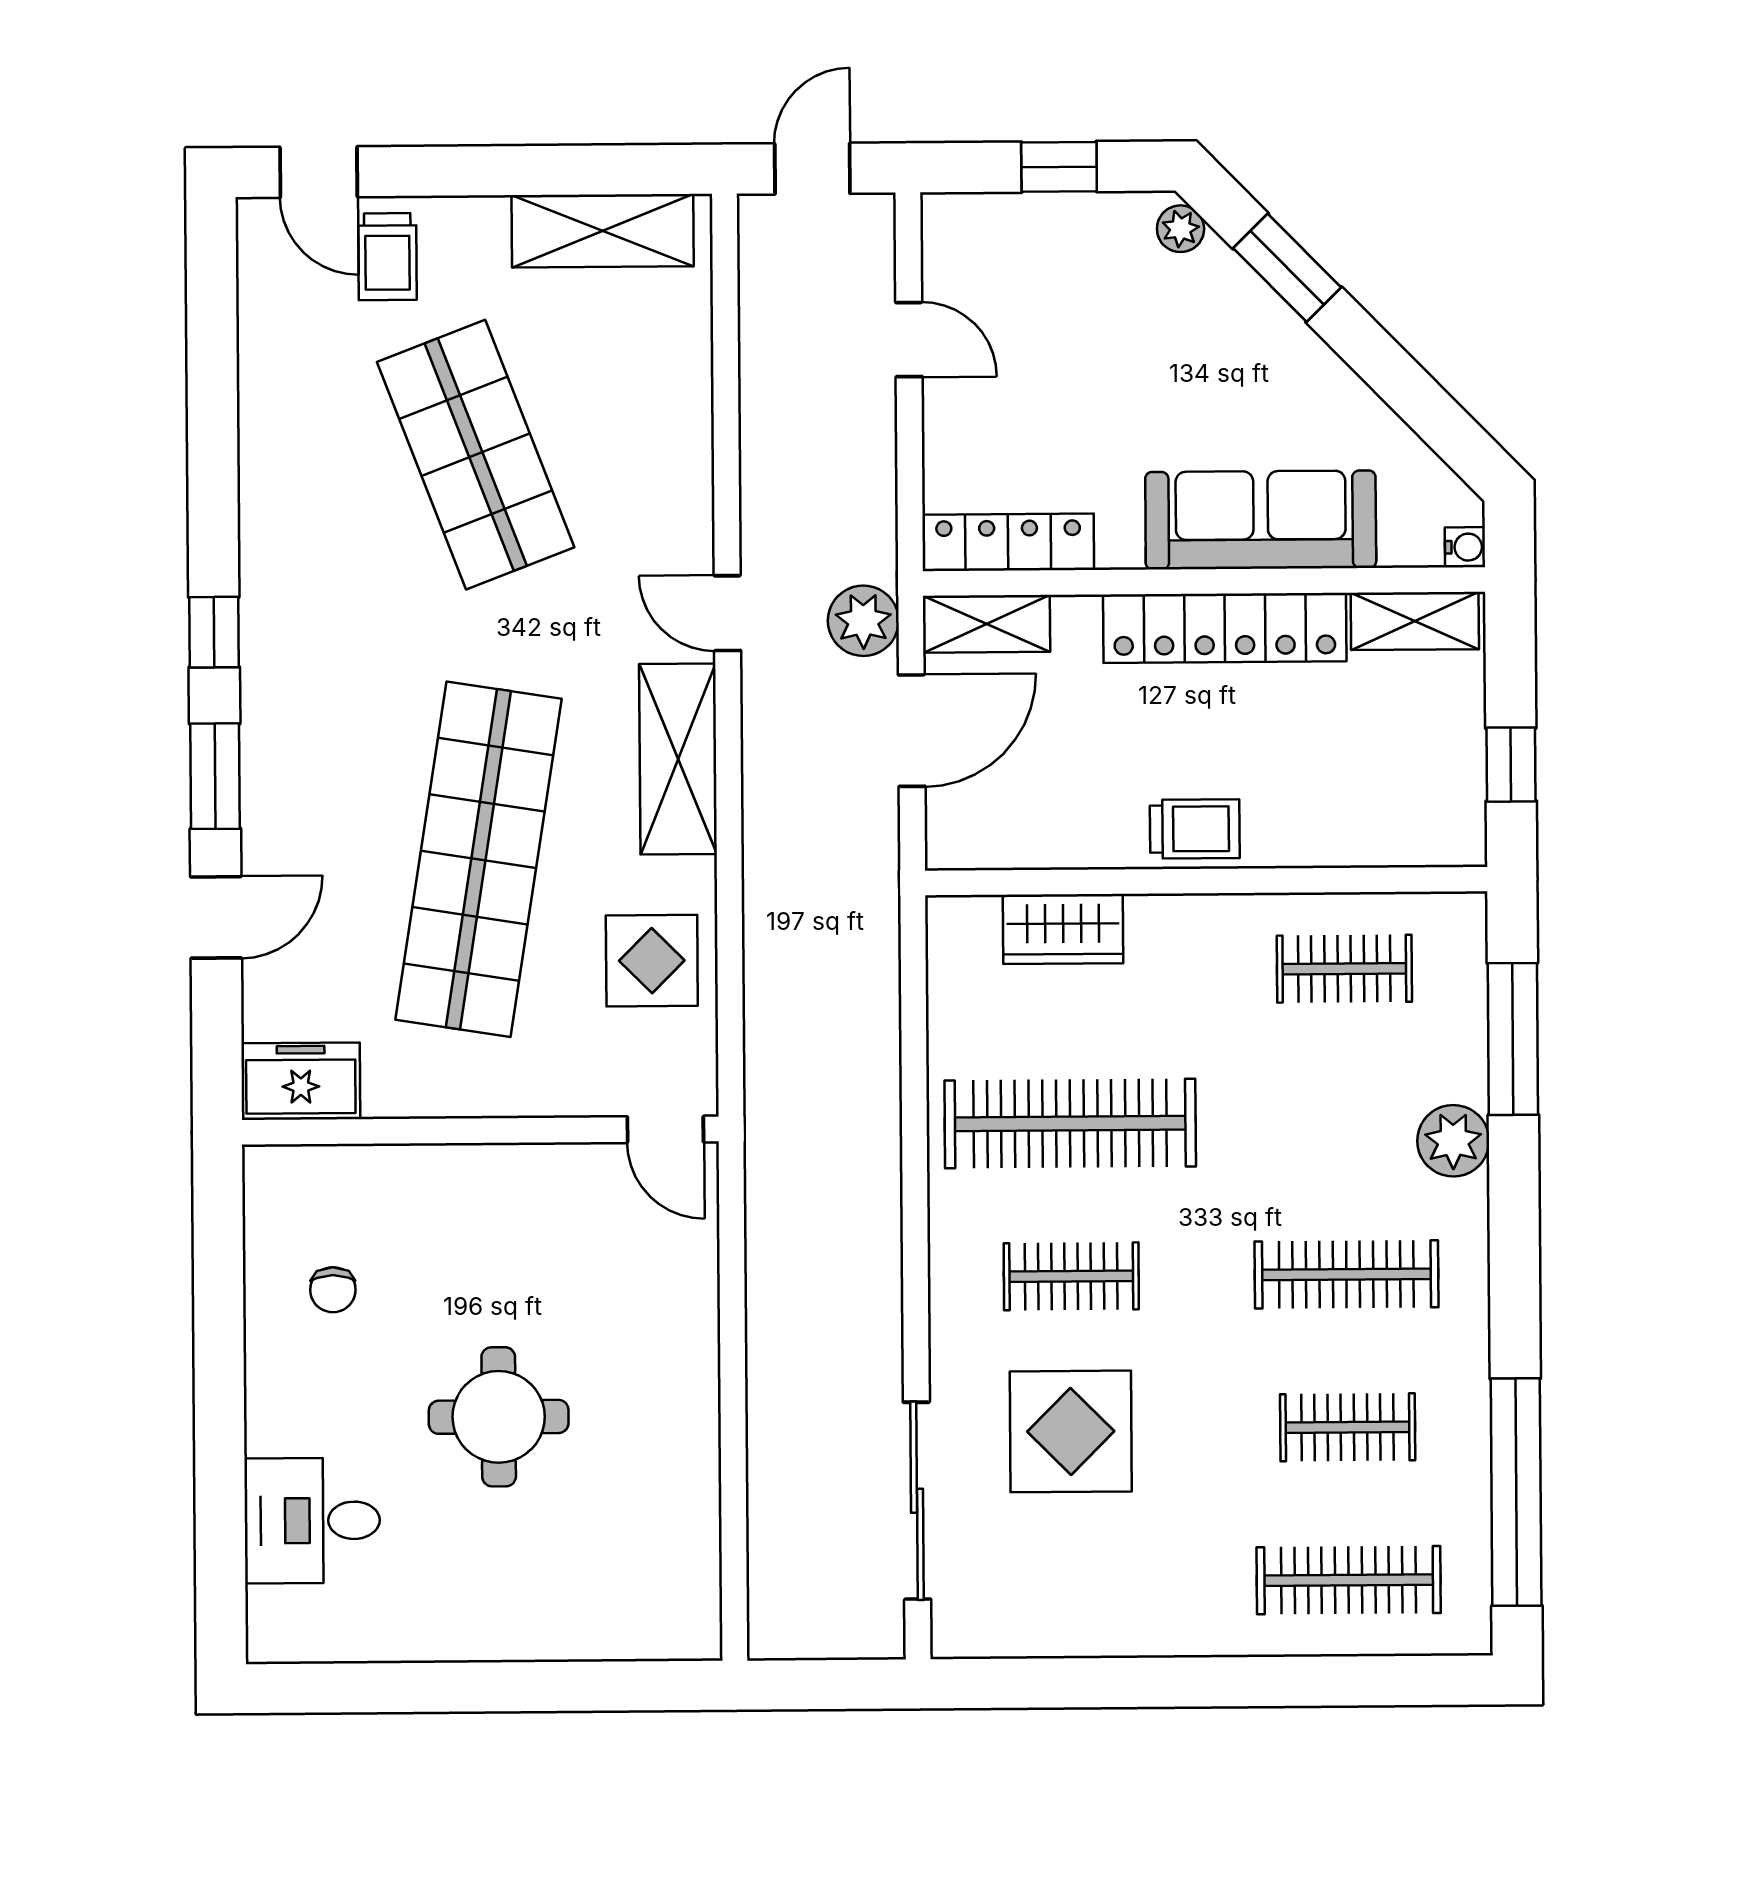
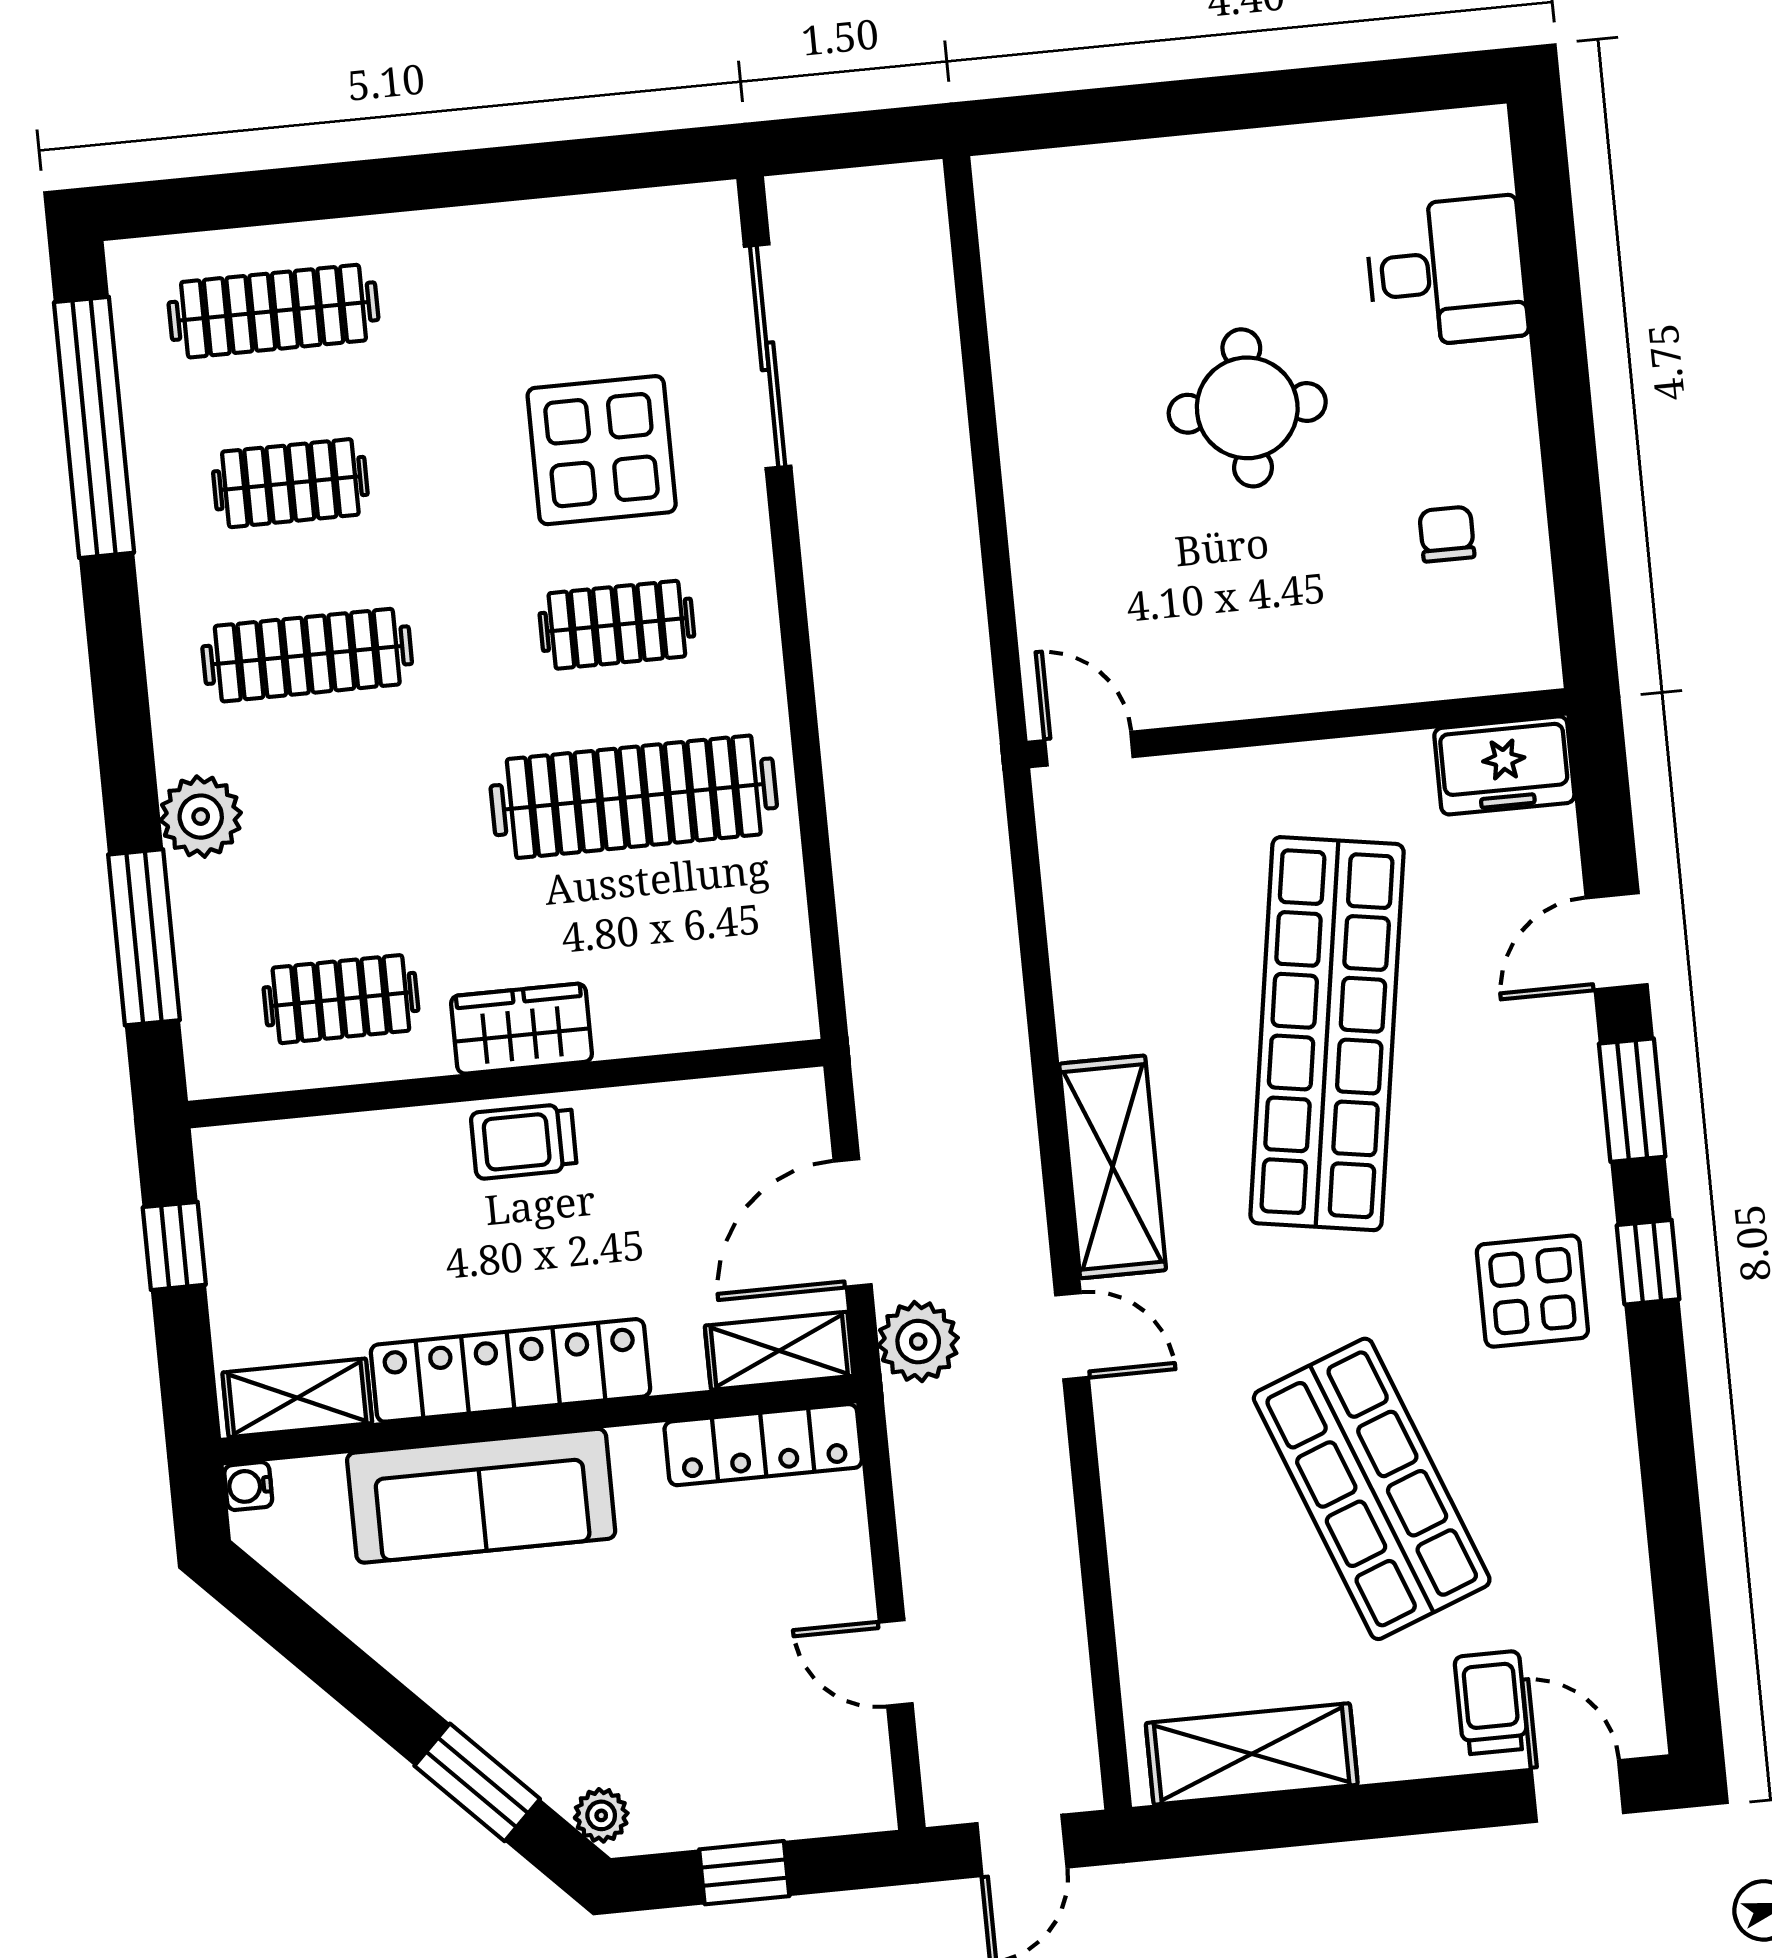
wardrobe: (1063, 929) -> (522, 1029), moved
display table: (652, 961) -> (1532, 1291), moved

